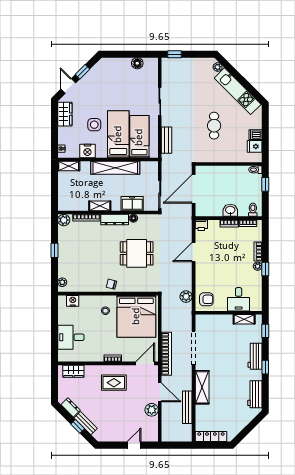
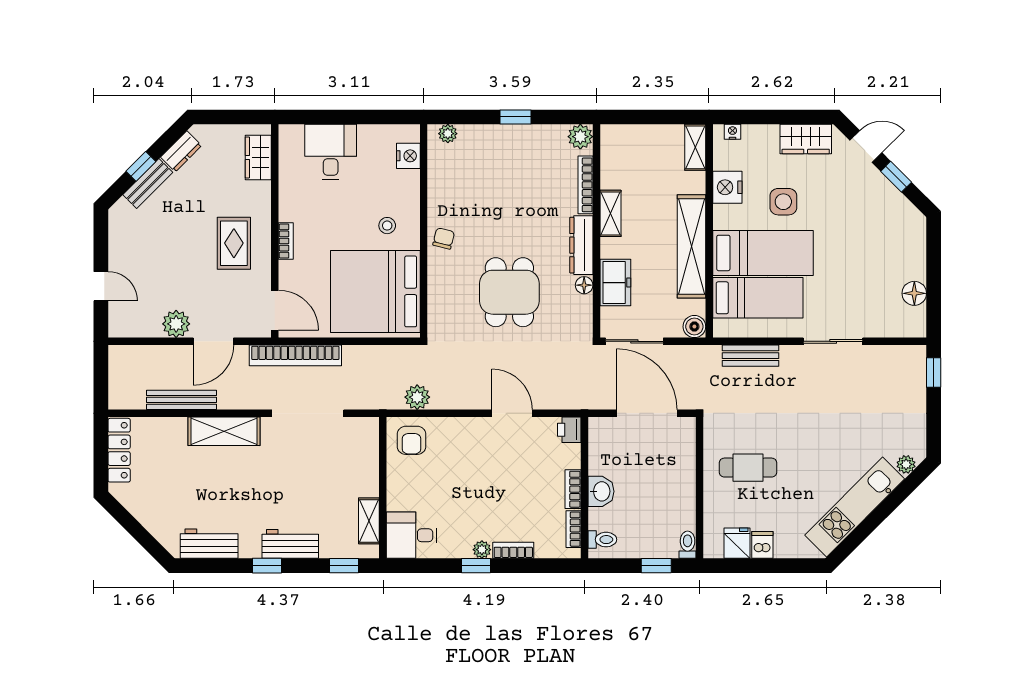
cafe table: (214, 126) -> (748, 468), moved
boiler: (153, 166) -> (694, 327), added
desk: (239, 299) -> (412, 535), moved

